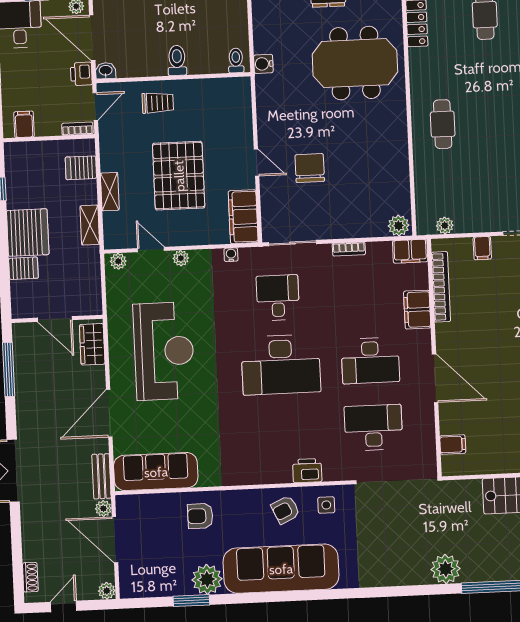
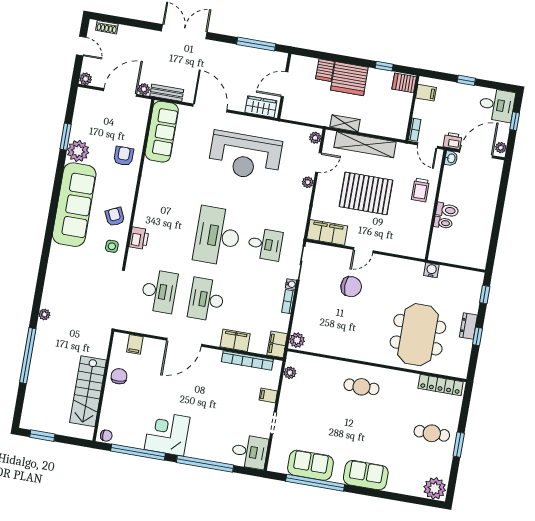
toilet: (236, 60) -> (443, 223), moved
server rack: (81, 168) -> (404, 83), moved, turned -90
shelving: (110, 192) -> (365, 145), width x2.20, depth x1.33
water cooler: (231, 255) -> (291, 284), moved
chair: (501, 456) -> (119, 376), added
plant: (446, 569) -> (44, 314), width x0.53, depth x0.53

